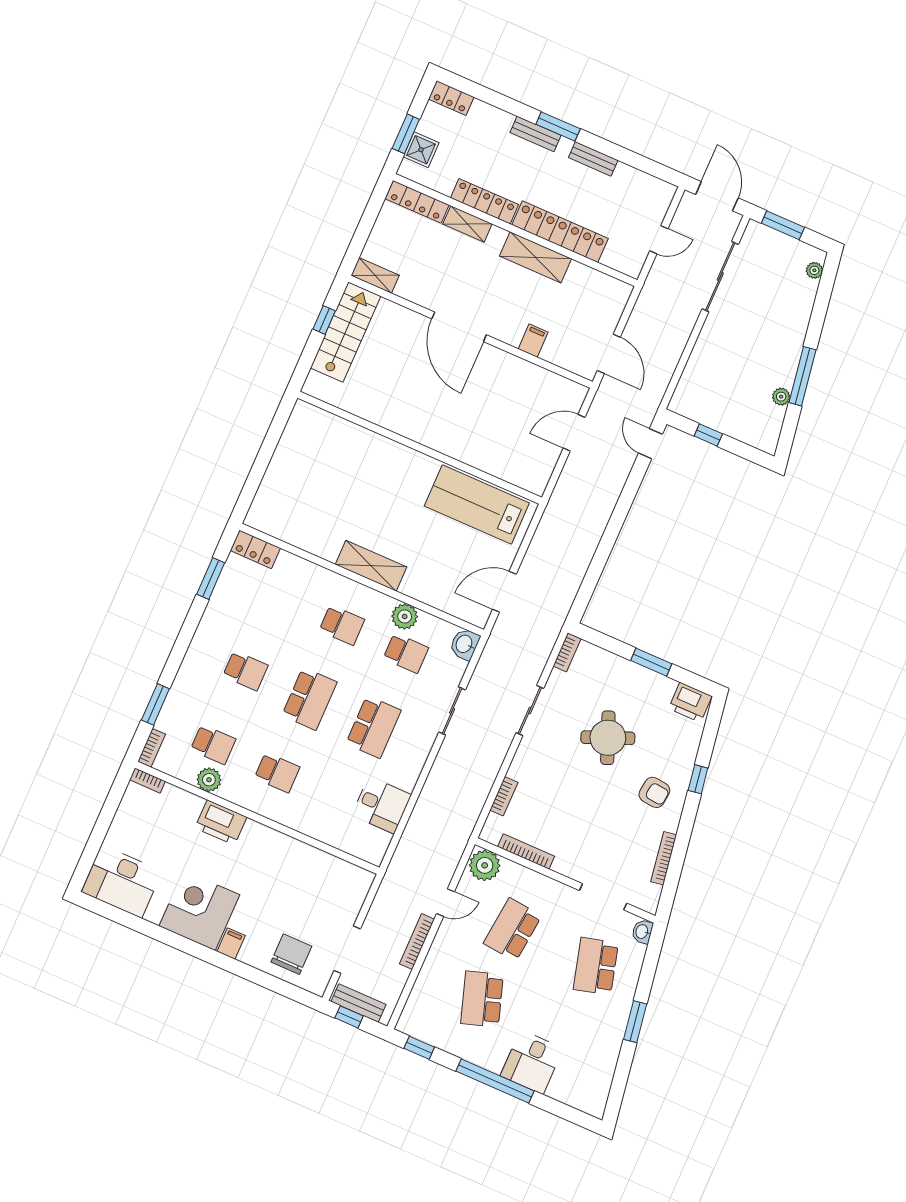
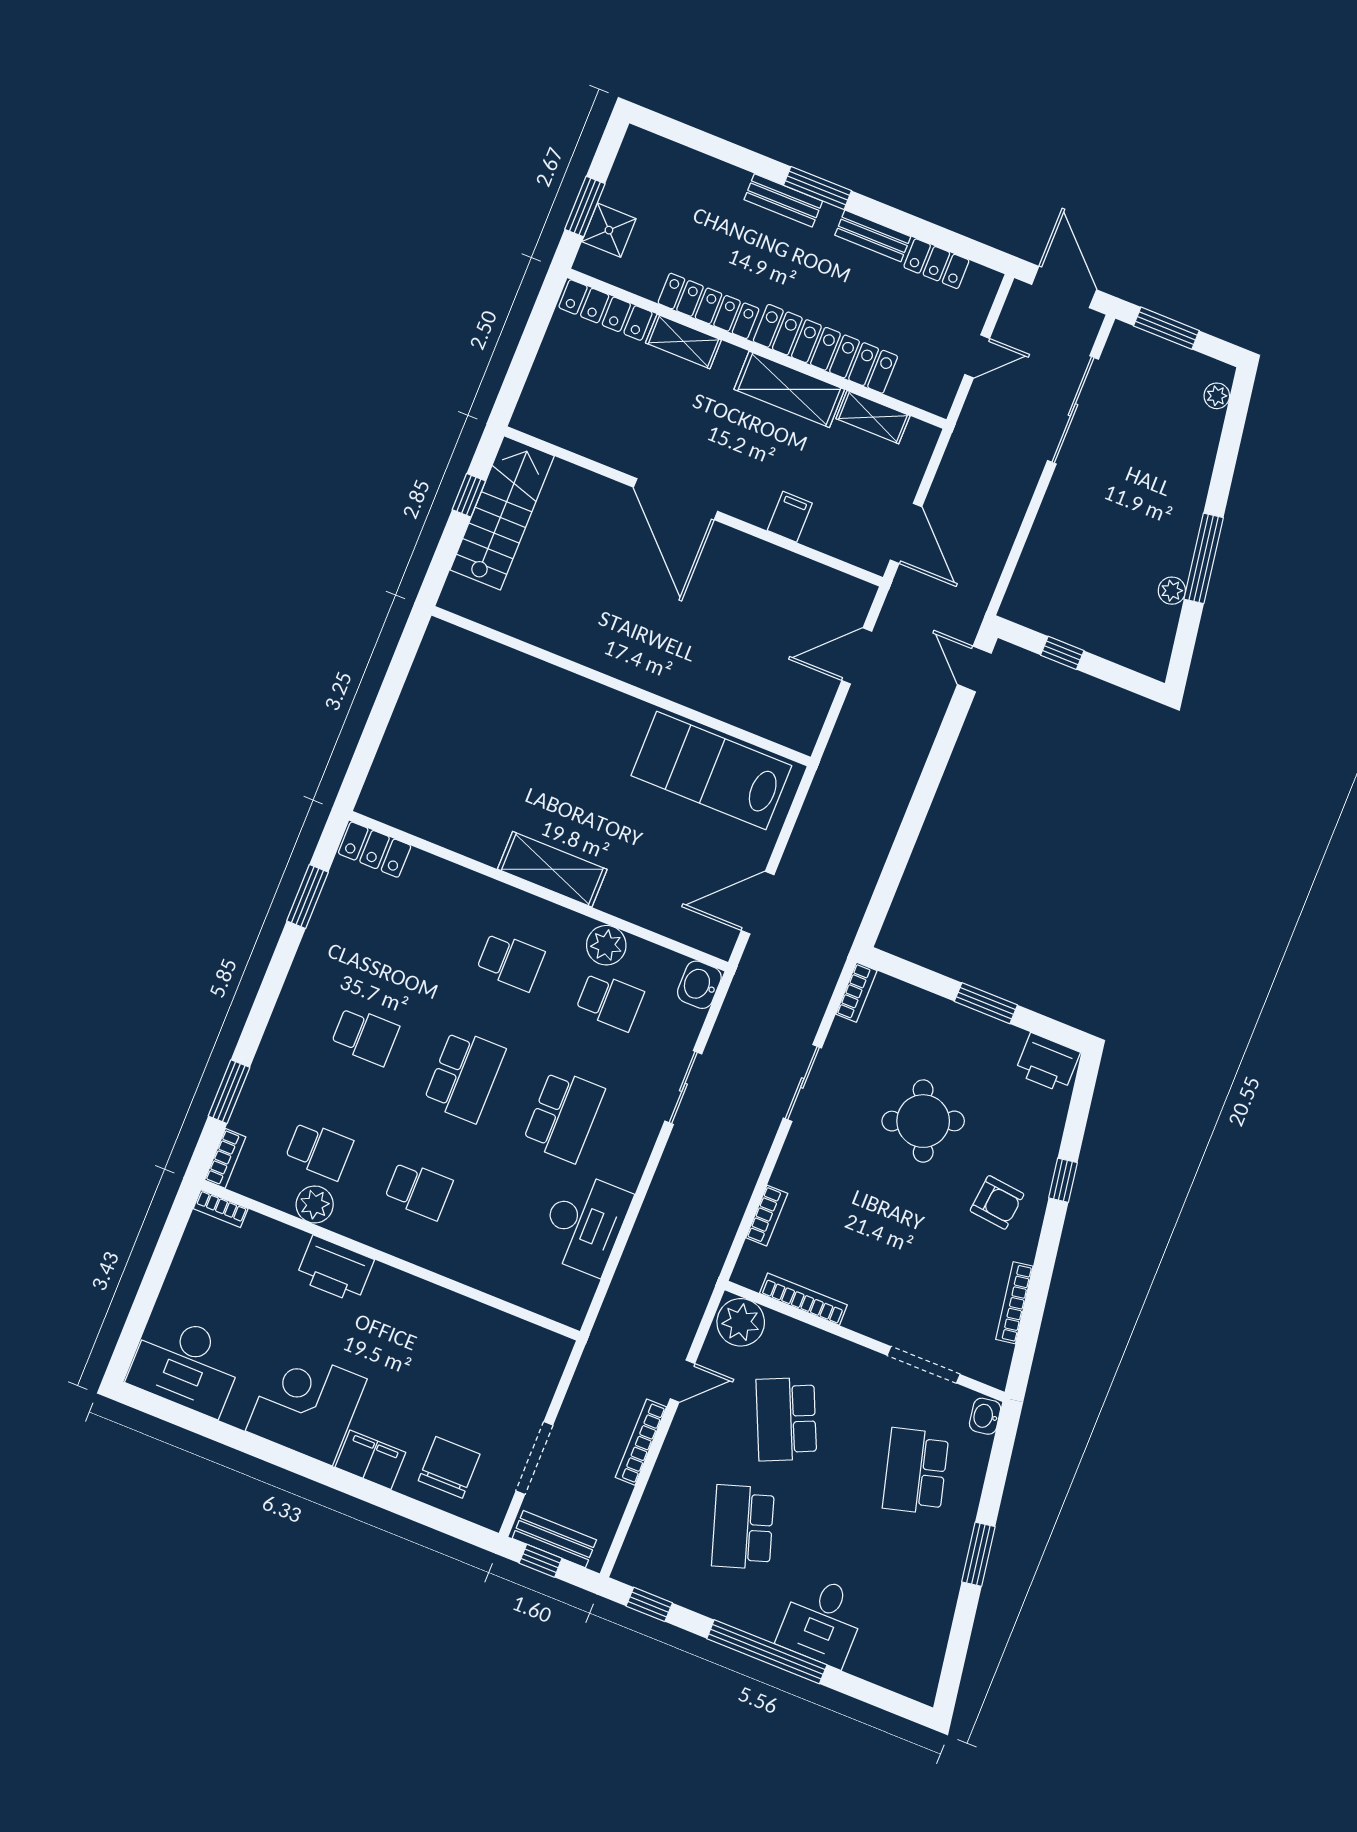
locker: (451, 98) -> (936, 264), moved
shelving: (375, 275) -> (873, 417), moved
desk: (381, 805) -> (584, 1223), width x1.37
school desk: (512, 930) -> (786, 1419), turned -30
filing cabinet: (231, 943) -> (370, 1460), width x2.00

